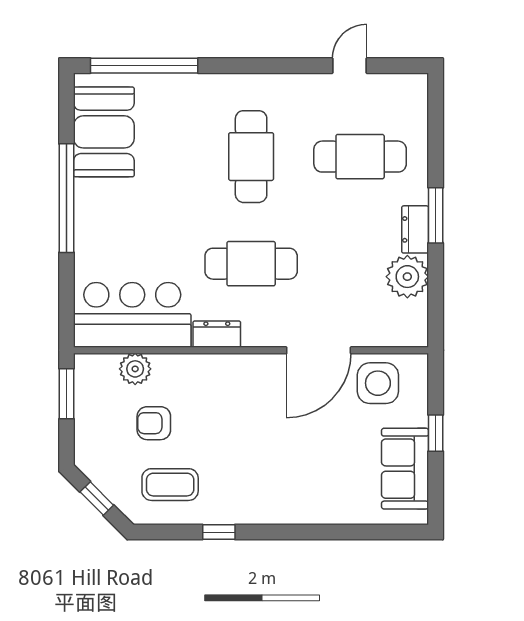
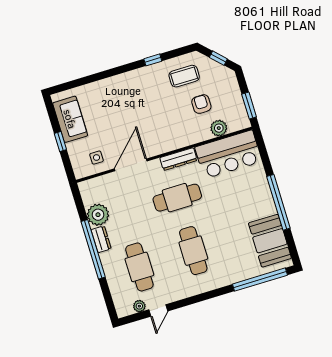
plant: (382, 84) -> (139, 306), added
cafe table: (360, 157) -> (139, 267), turned 90
window: (436, 215) -> (93, 249), width x2.11
dresser: (217, 334) -> (178, 159), width x1.44
side table: (378, 383) -> (97, 158), width x0.54, depth x0.54
armchair: (154, 423) -> (201, 104), turned -90

